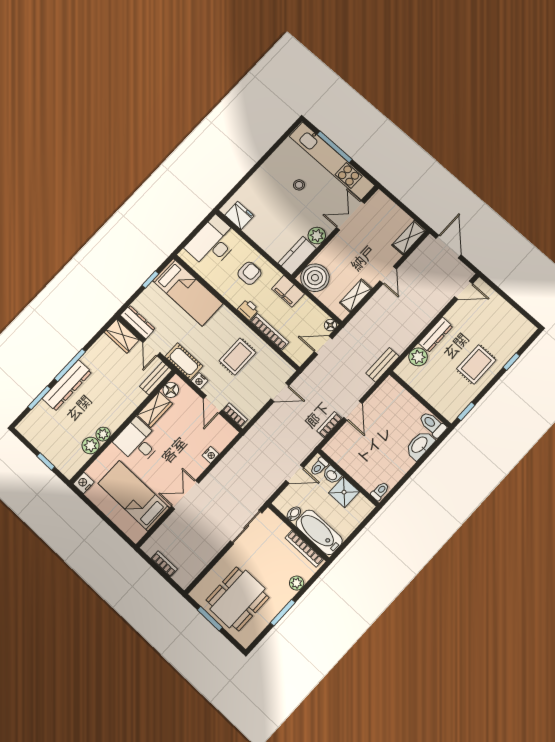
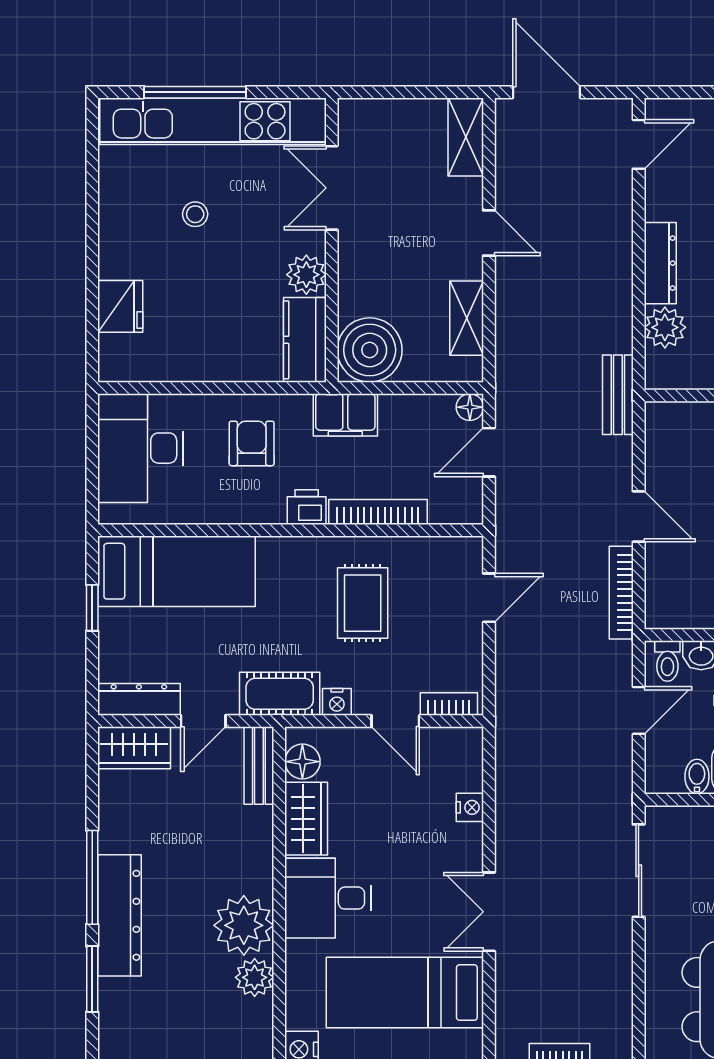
fridge: (239, 216) -> (120, 306), moved, turned 90
door: (151, 348) -> (203, 721), hinge flipped
bookcase: (329, 425) -> (621, 593), width x1.56
plant: (103, 434) -> (244, 925), width x1.88, depth x1.88

